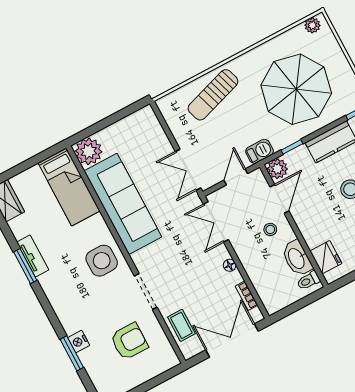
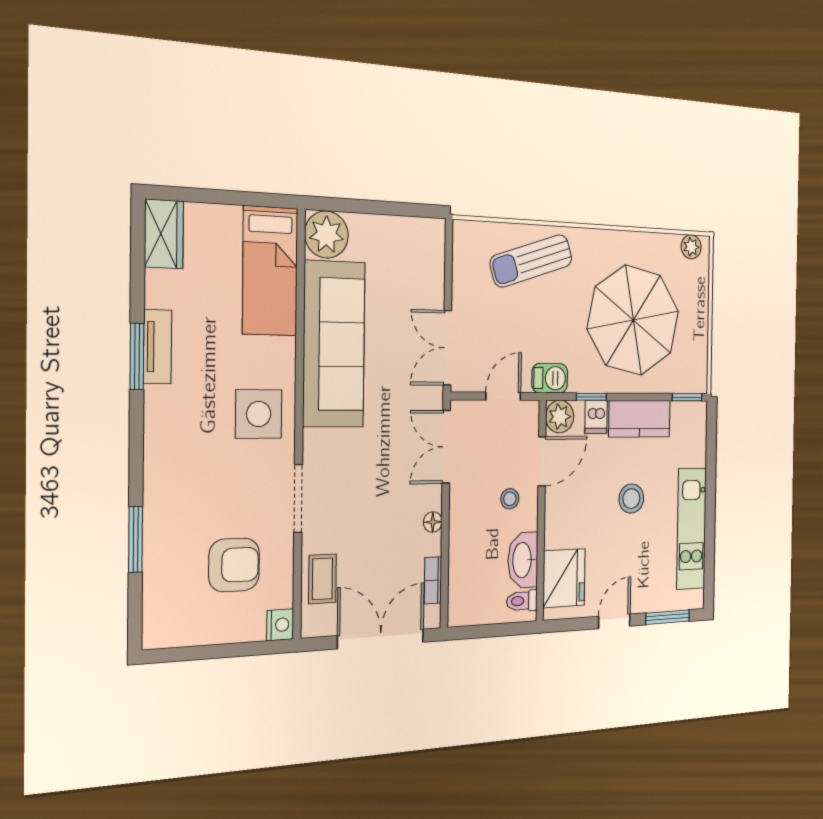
dishwasher: (301, 156) -> (596, 417), added
fridge: (326, 257) -> (564, 578), width x1.36, depth x1.34
nightstand: (79, 341) -> (280, 625), moved, turned 180

